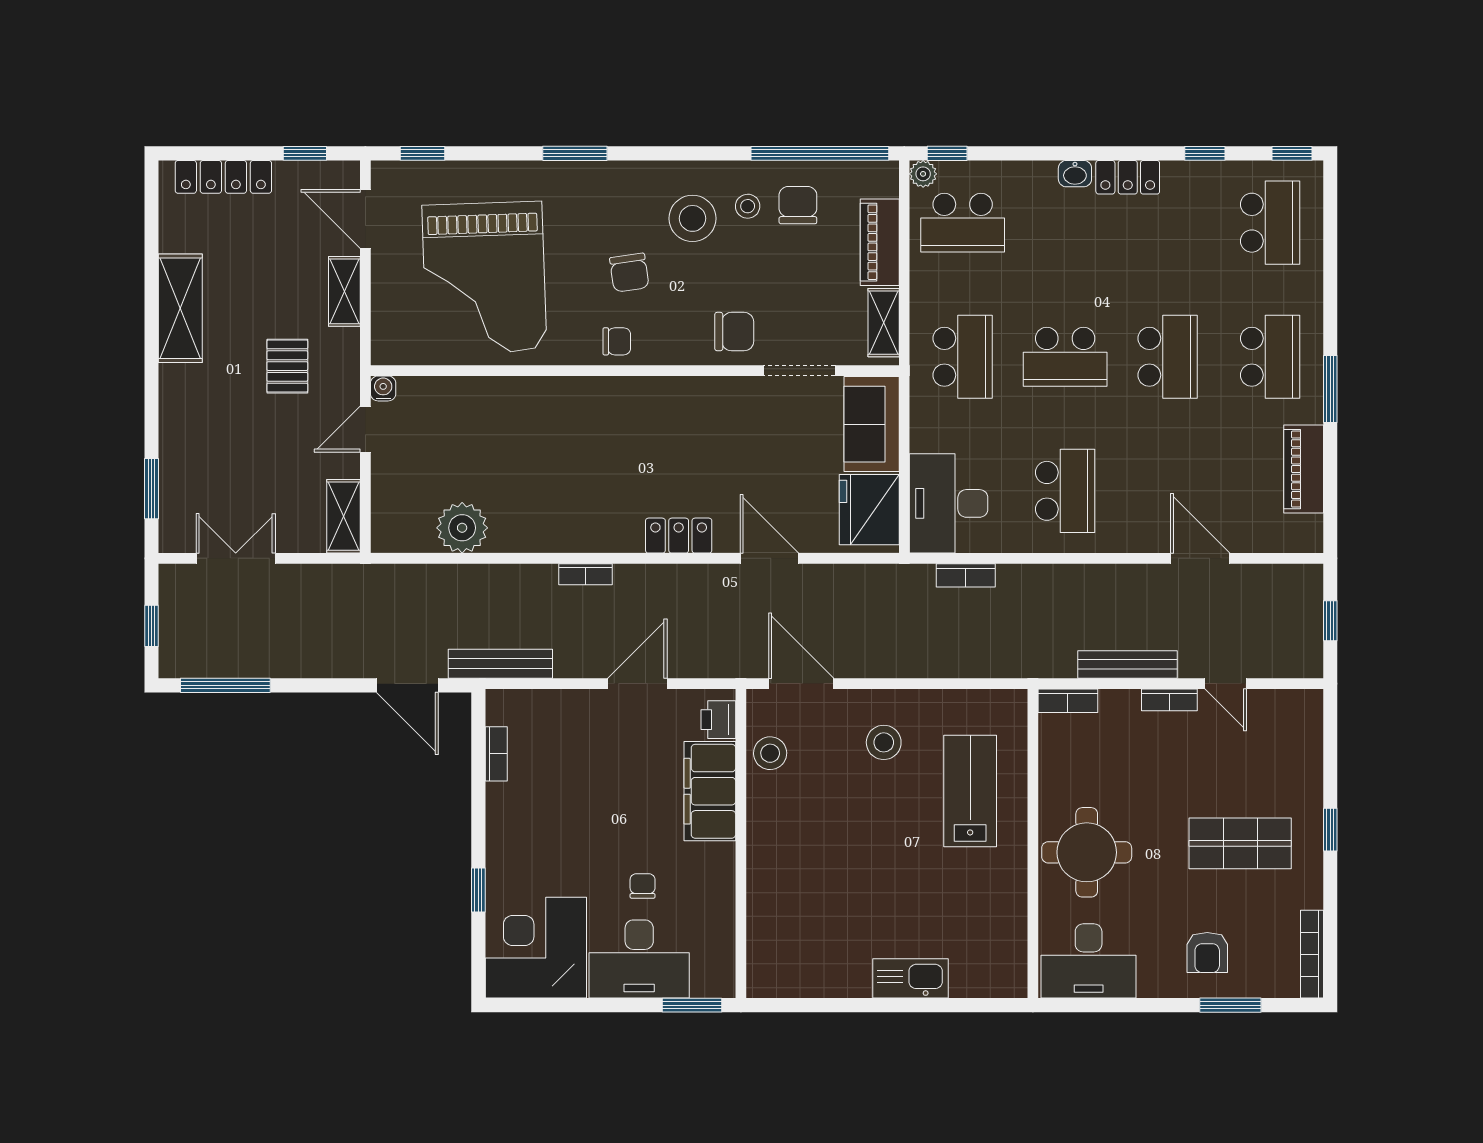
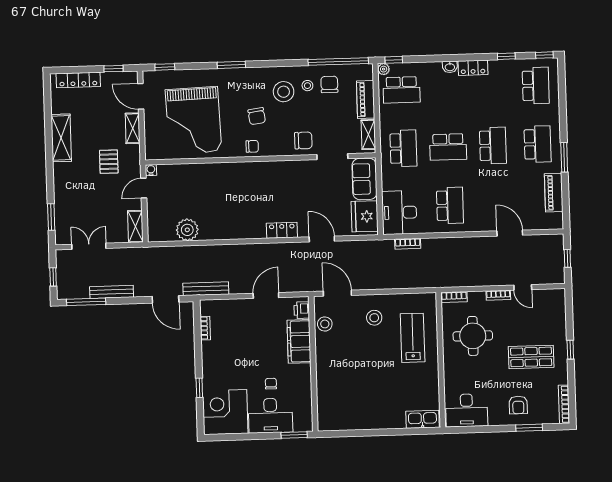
bookcase: (585, 574) -> (242, 248), removed
bench: (1127, 664) -> (112, 292), moved
round table: (1087, 852) -> (473, 336), moved
kitchen sink: (911, 978) -> (422, 419), moved

